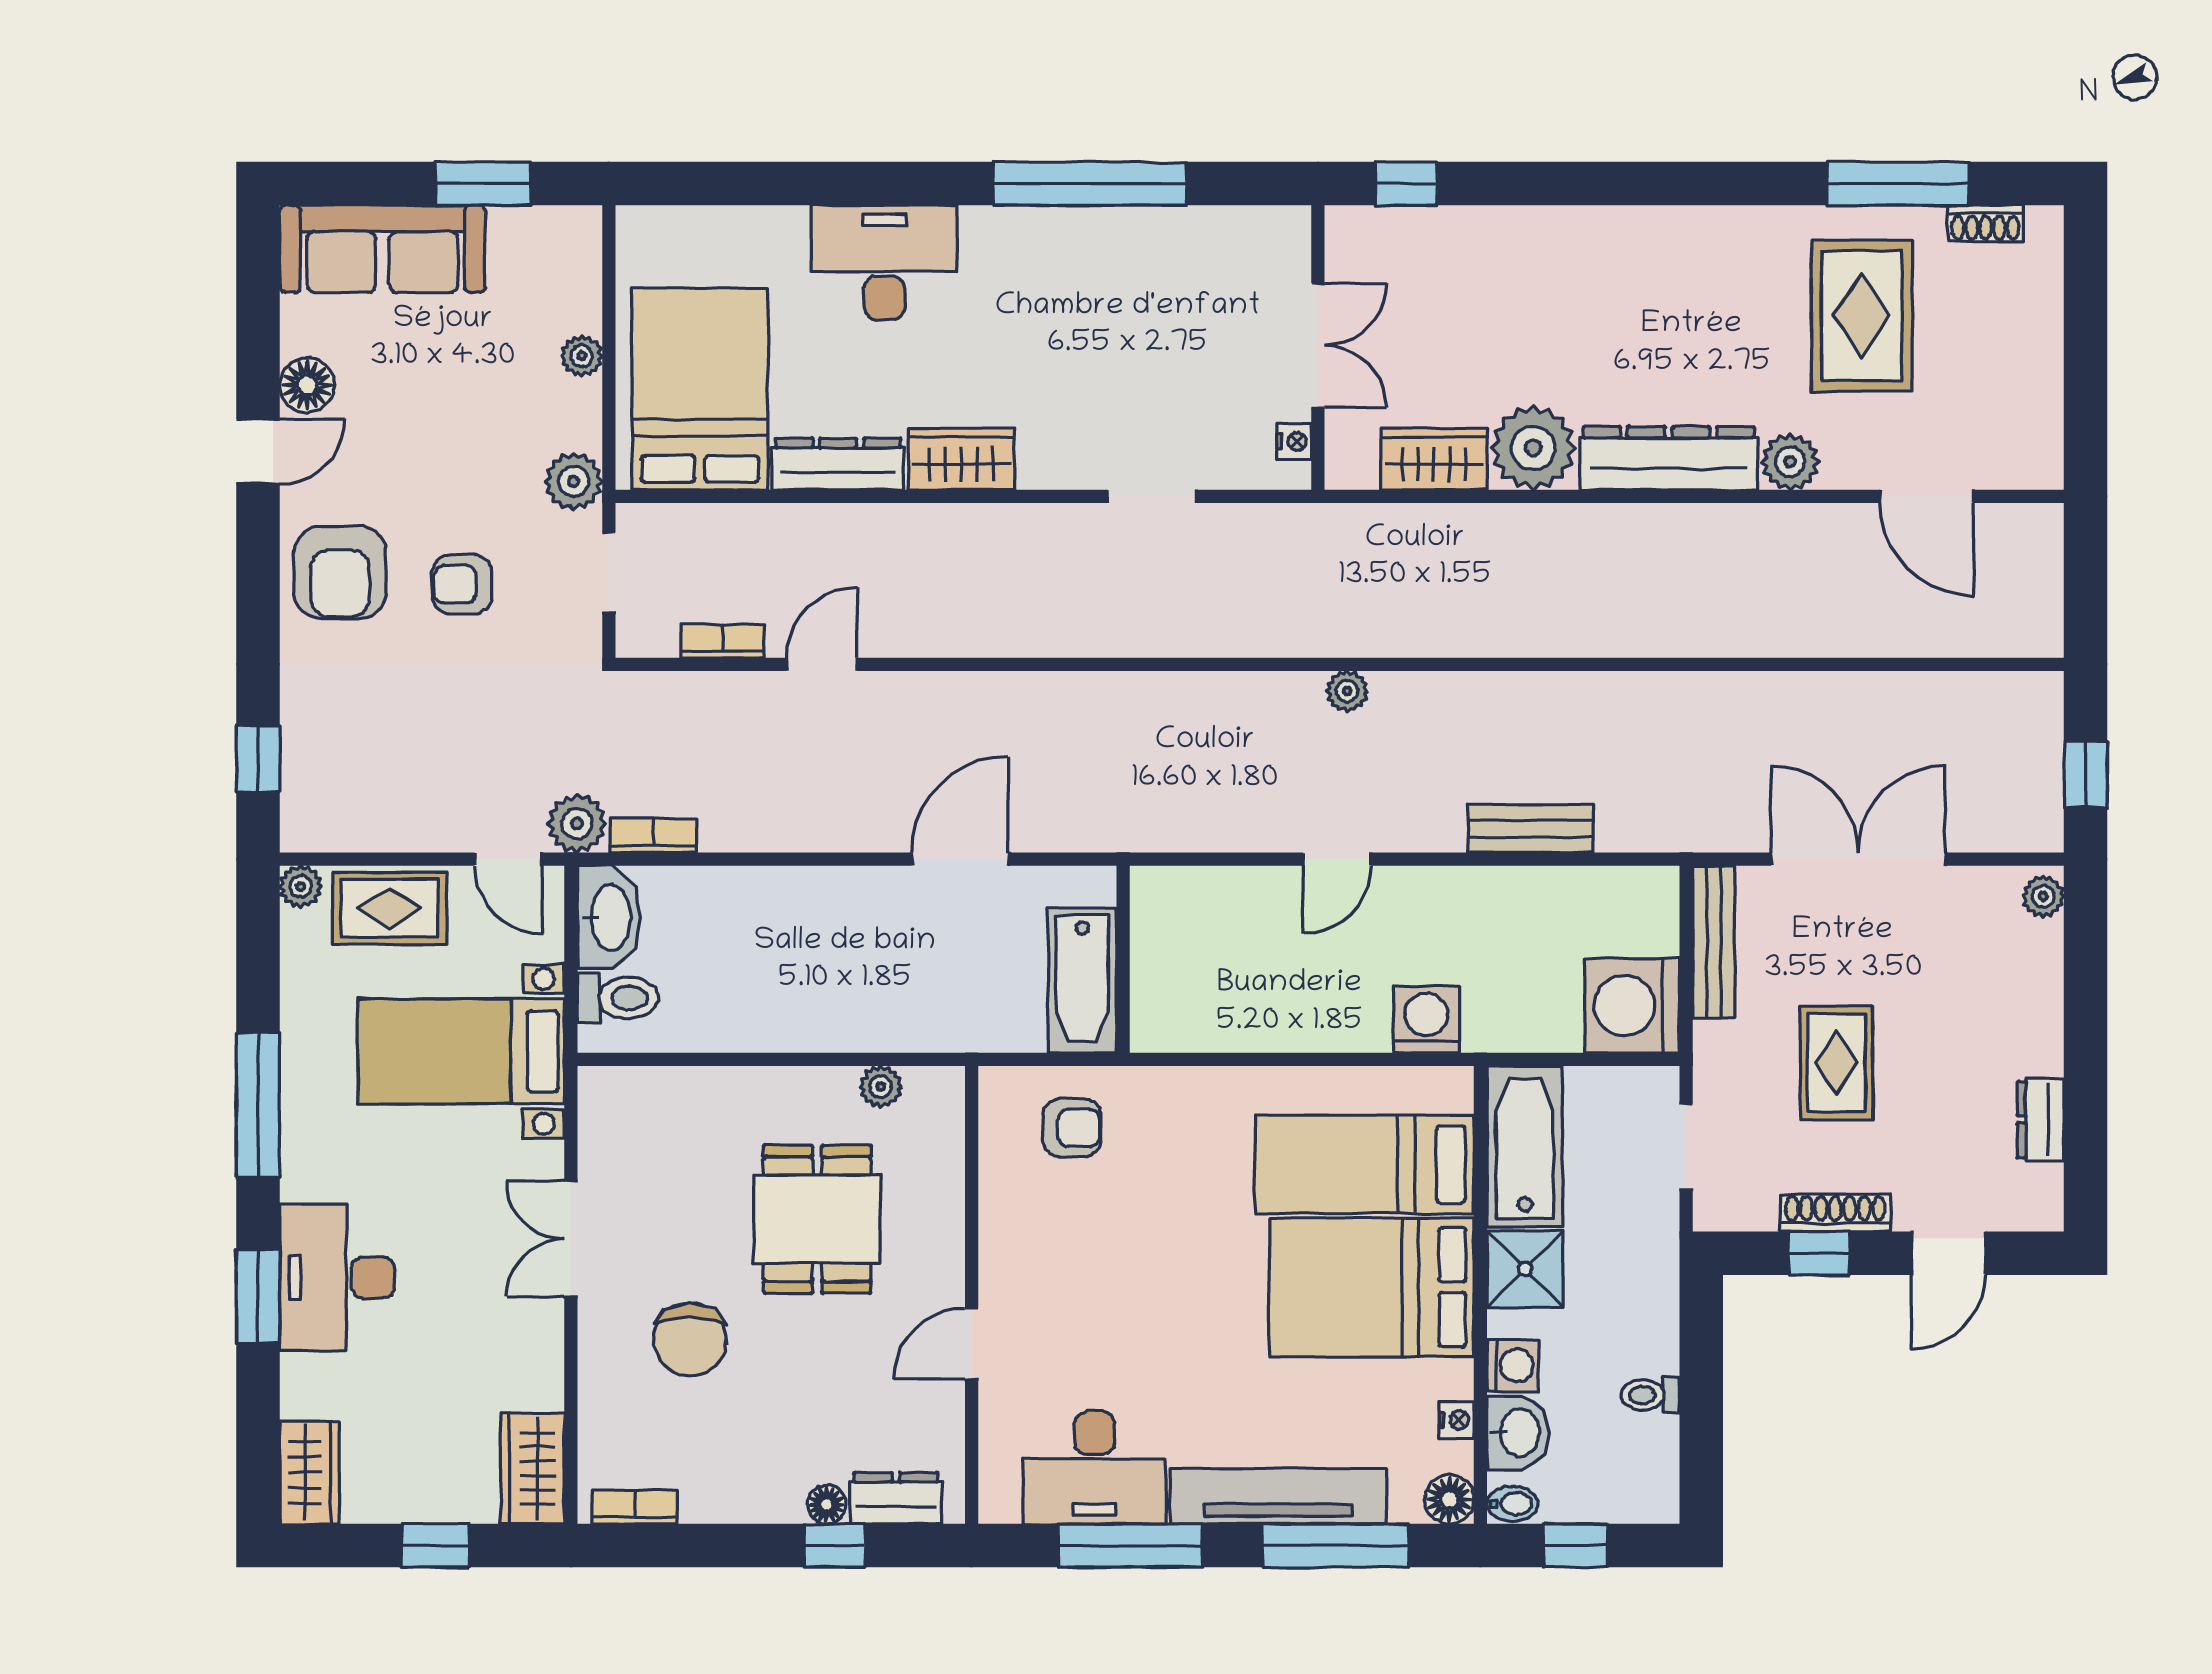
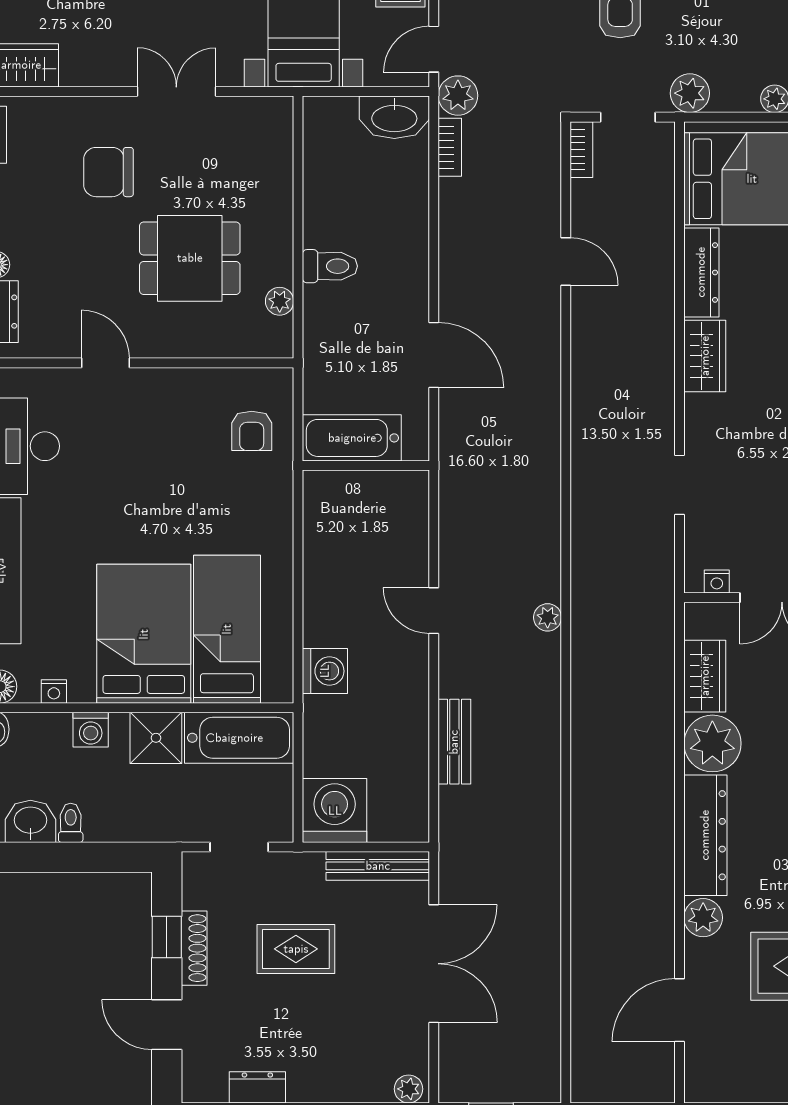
bookcase: (723, 641) -> (581, 150), moved
toilet: (618, 998) -> (330, 266), moved, turned -90
washbasin: (1518, 1433) -> (30, 821), moved, turned 180

